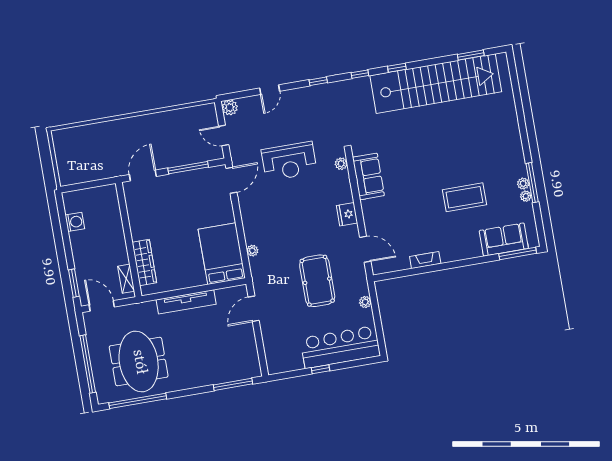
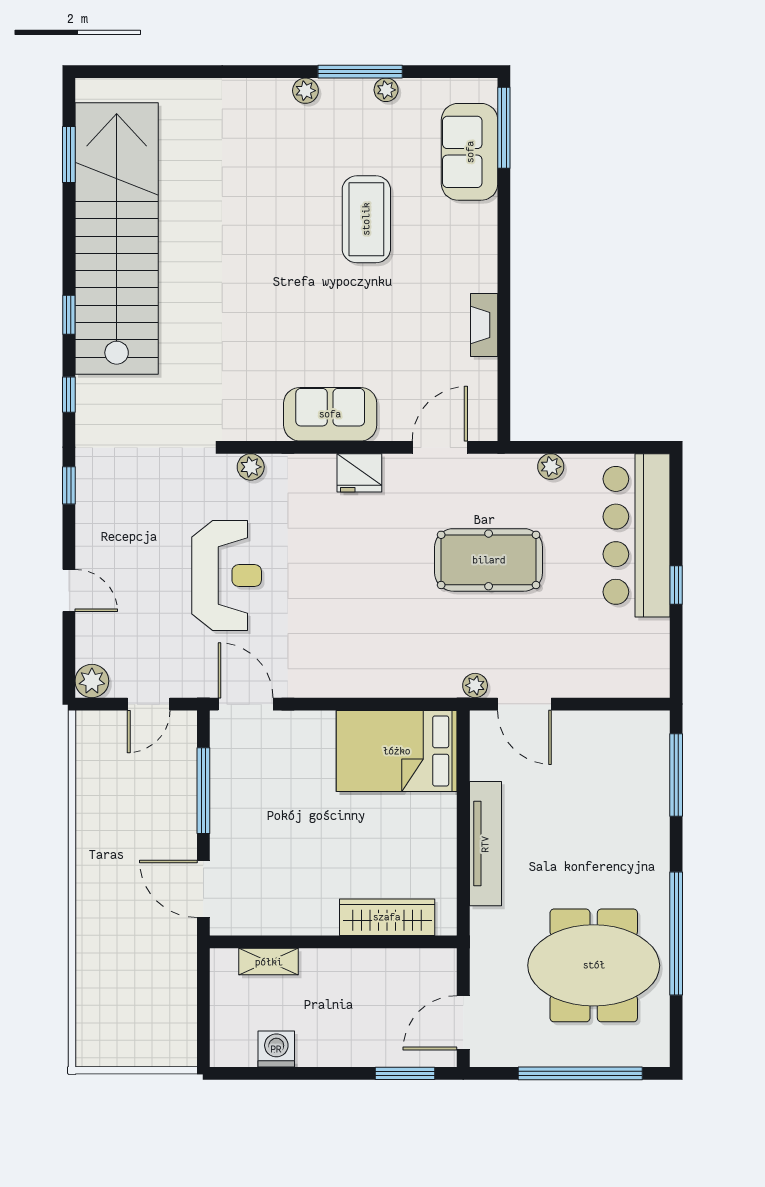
sofa: (368, 176) -> (330, 414), moved
plant: (523, 184) -> (305, 91), moved
plant: (252, 251) -> (475, 685), moved
shelving: (126, 279) -> (269, 962), moved
window: (138, 401) -> (676, 934), moved

